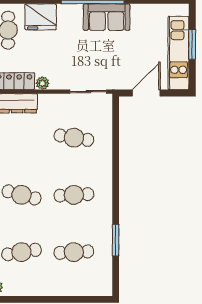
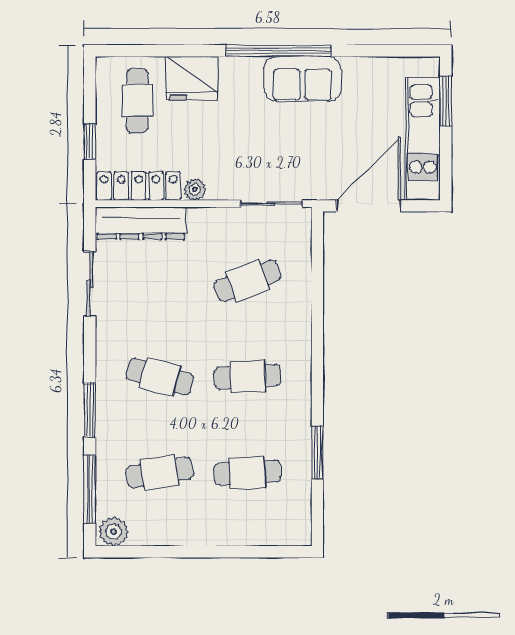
window: (192, 44) -> (446, 101), moved
door: (146, 93) -> (369, 206), width x1.36
cafe table: (74, 138) -> (247, 281), turned -30

